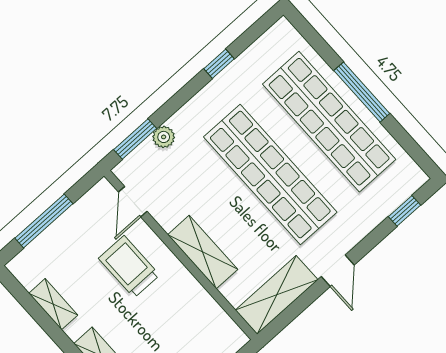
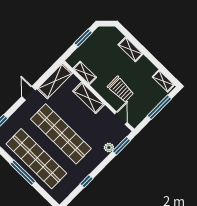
shelving: (53, 304) -> (163, 81), moved
shelving: (208, 309) -> (85, 73), added

